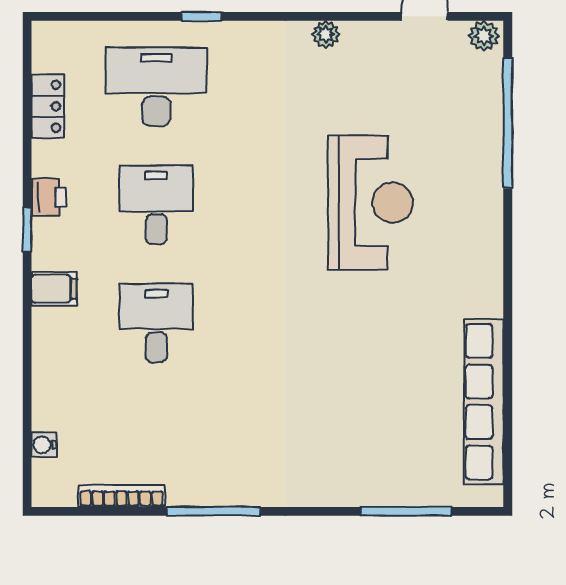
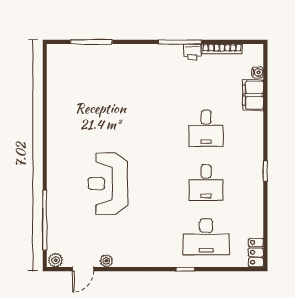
plant: (326, 34) -> (106, 261), moved
locker: (48, 106) -> (256, 252), moved
printer: (49, 197) -> (192, 52), moved, turned -90
filing cabinet: (54, 289) -> (253, 95), moved, width x2.00
row of seats: (484, 402) -> (56, 92), removed

